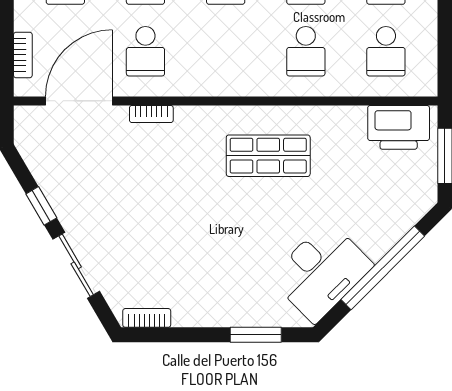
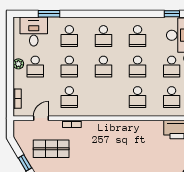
door: (79, 101) -> (41, 118), width x0.53
shop shelf: (268, 156) -> (51, 149), moved

